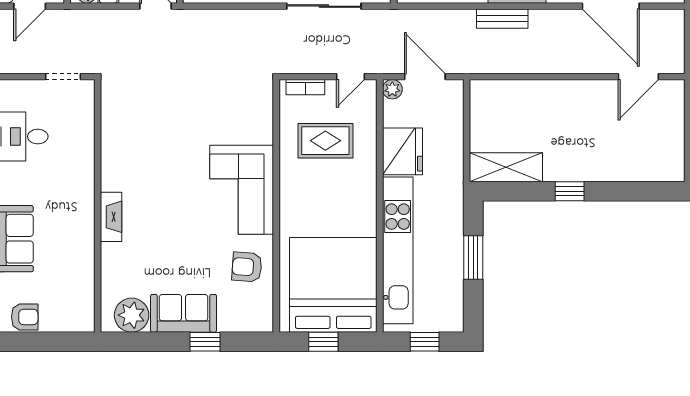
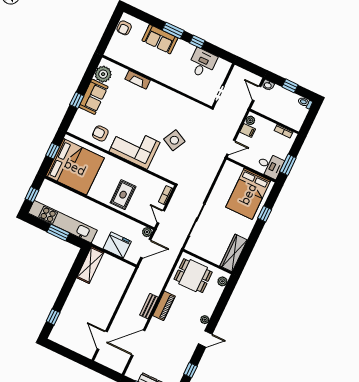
bench: (502, 19) -> (149, 306), moved
side table: (193, 120) -> (174, 140), added
rug: (325, 141) -> (123, 195), moved
fridge: (402, 151) -> (117, 245), moved, turned 180
window: (570, 191) -> (53, 317), moved
fireplace: (111, 217) -> (138, 80), moved
kitchen unit: (398, 250) -> (63, 222), moved, turned 180
armchair: (247, 267) -> (100, 133), turned -94

